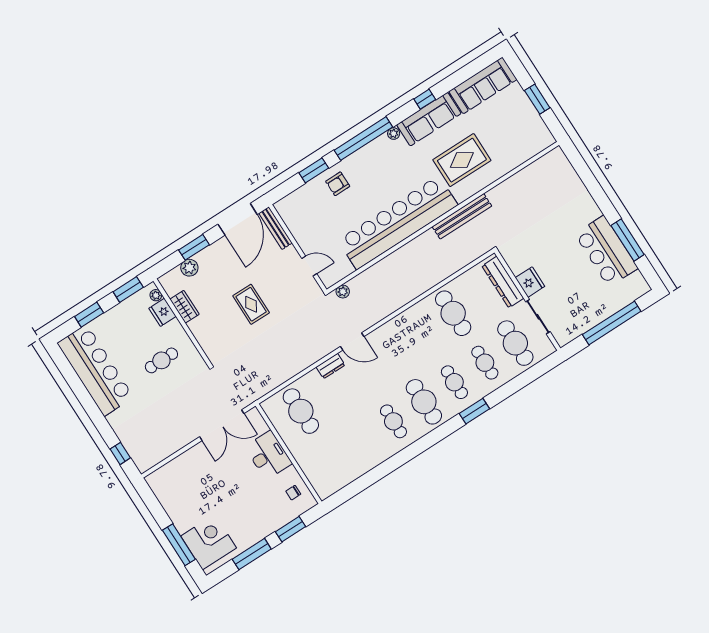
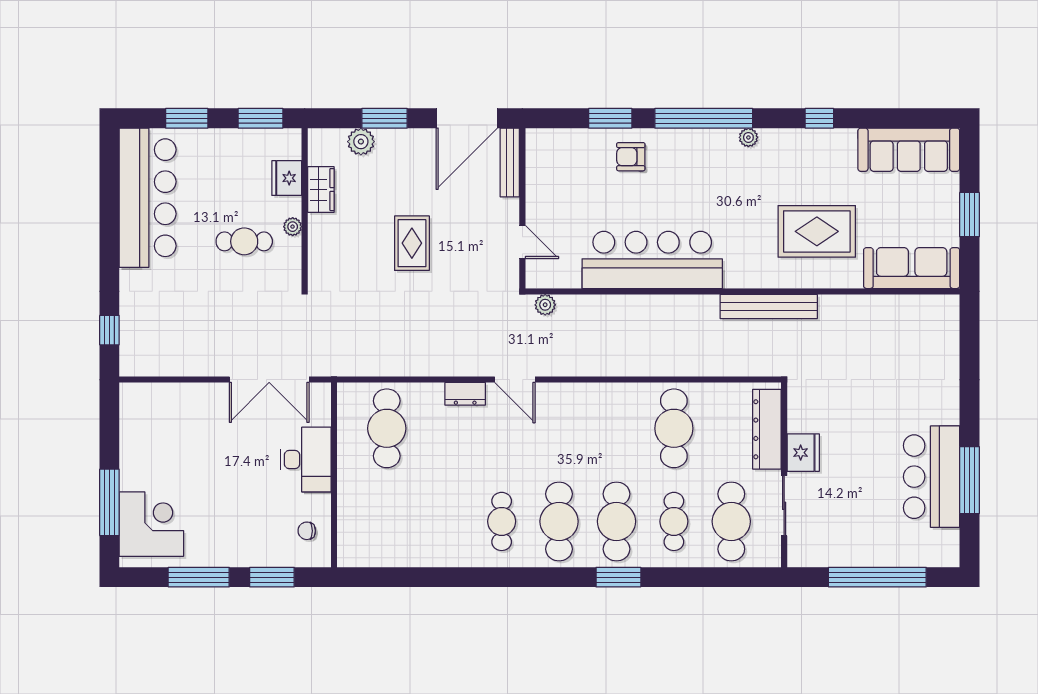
sofa: (429, 119) -> (912, 268), moved, turned 180
bar counter: (398, 223) -> (652, 260), width x0.73
plant: (156, 295) -> (293, 227), moved
cafe table: (454, 382) -> (616, 521), width x1.37, depth x1.35

